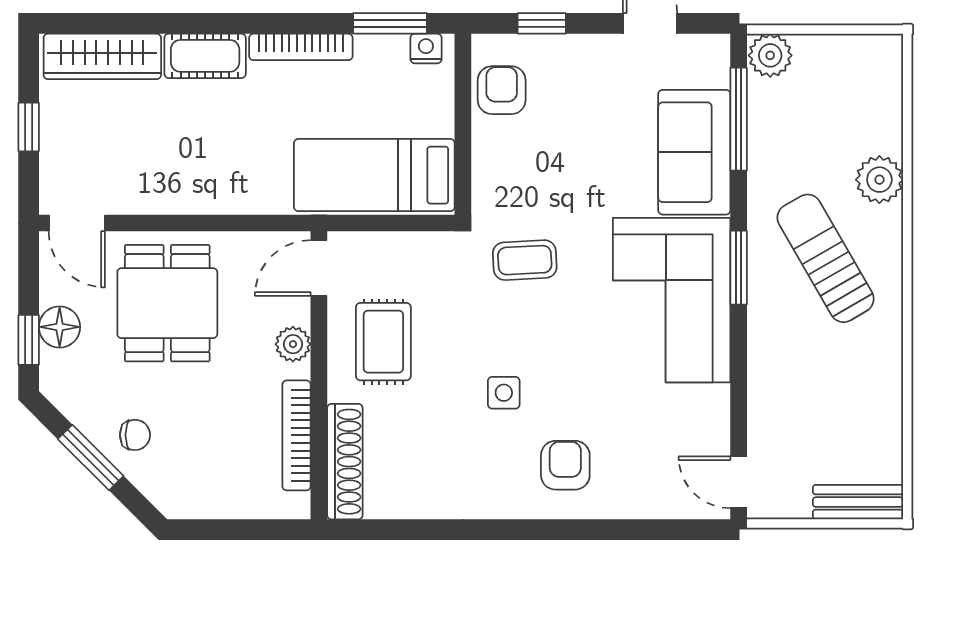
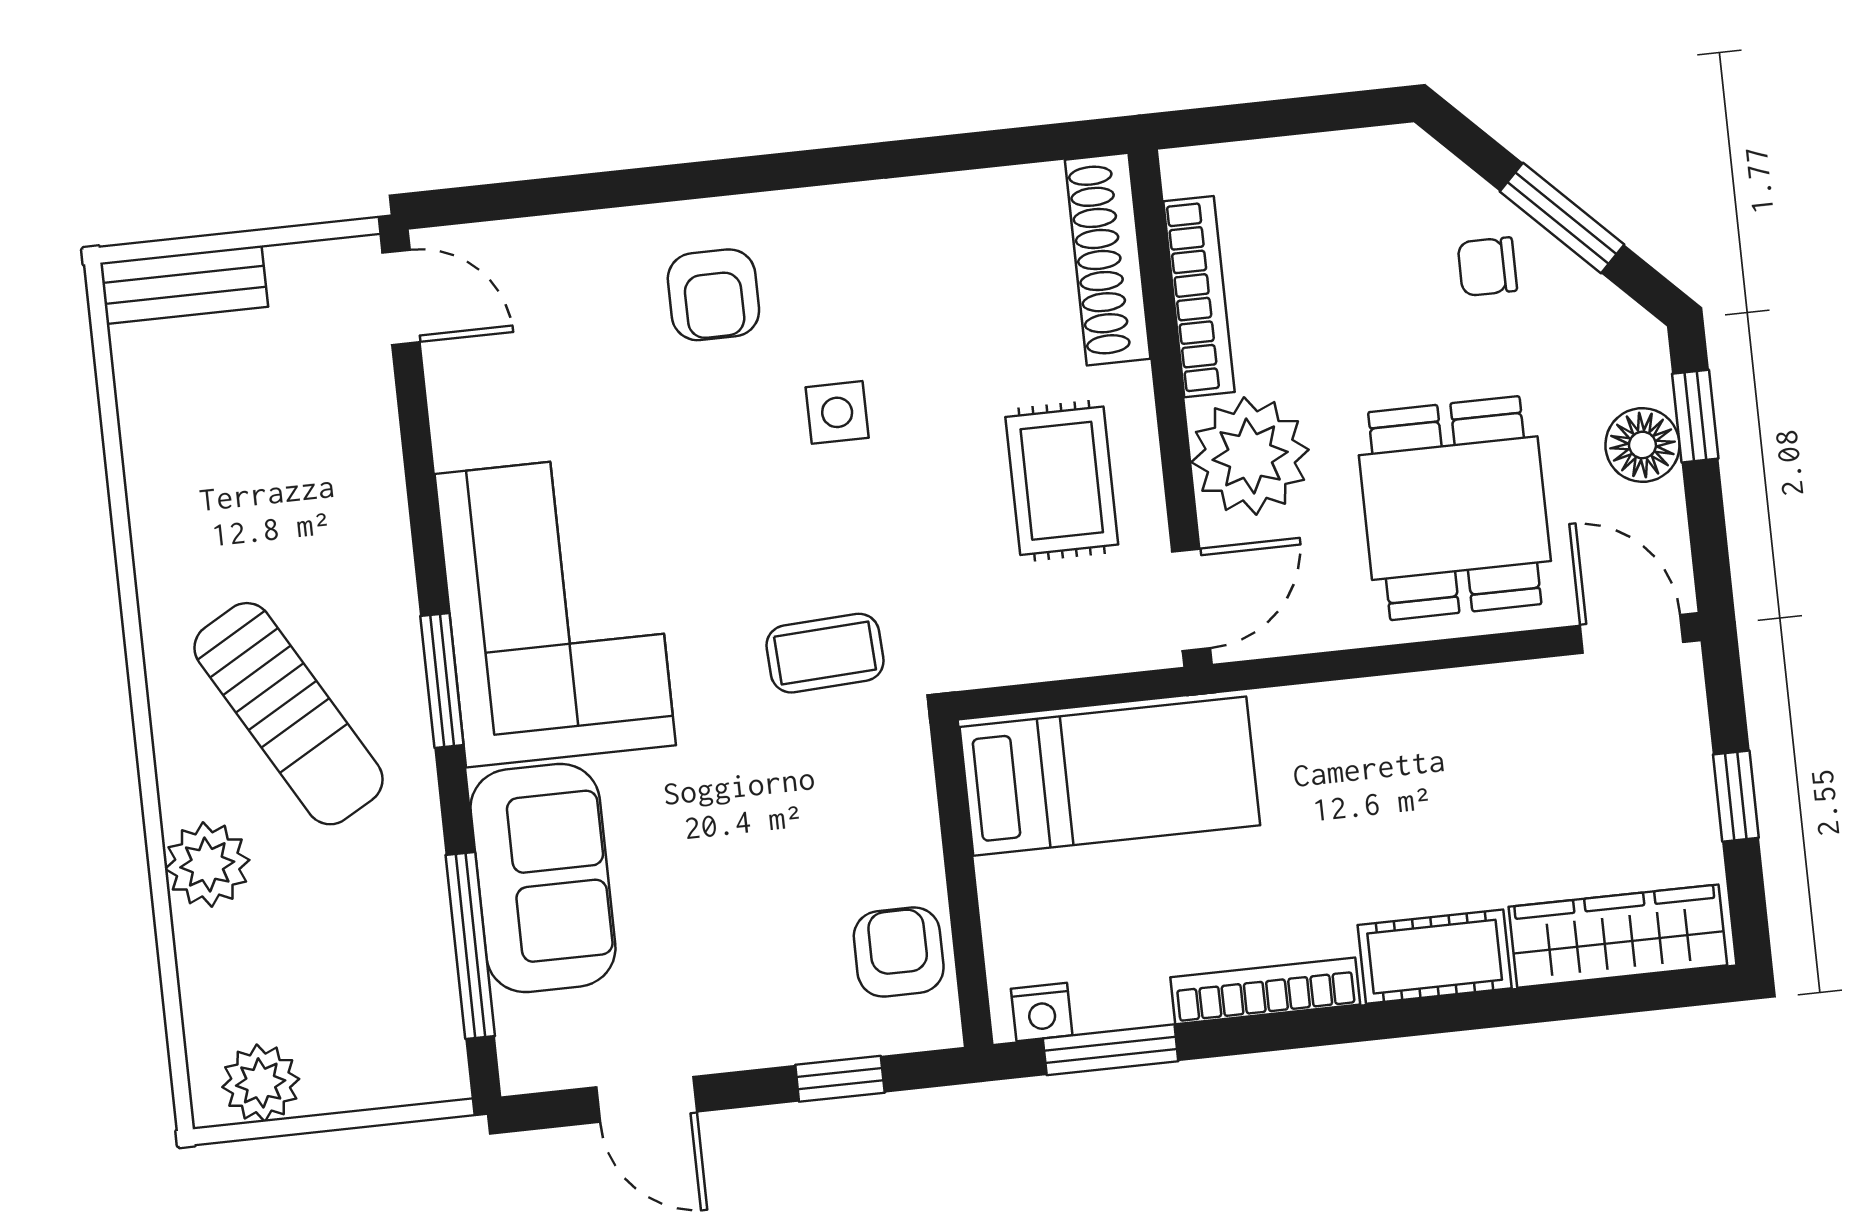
plant: (770, 55) -> (261, 1083), moved
armchair: (502, 90) -> (899, 952), turned 180
plant: (293, 344) -> (1250, 456), width x1.88, depth x1.88

